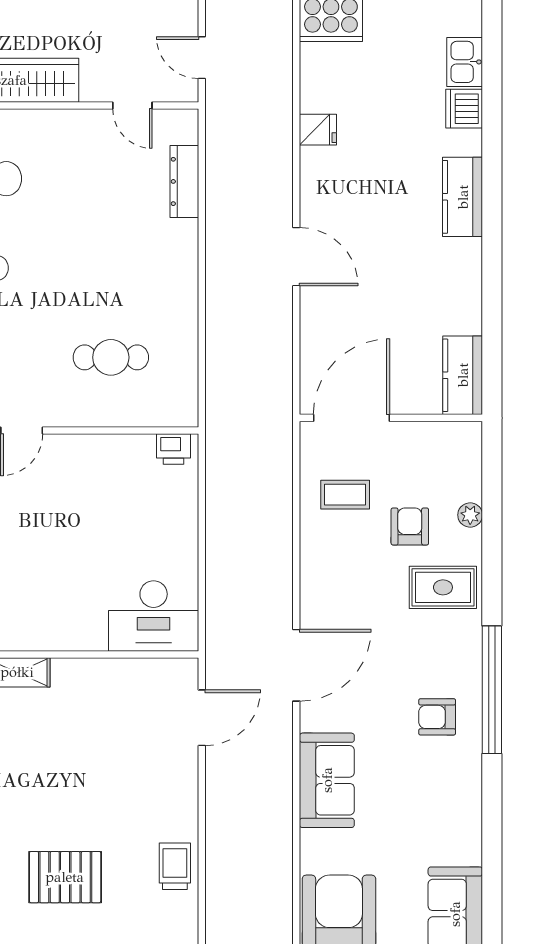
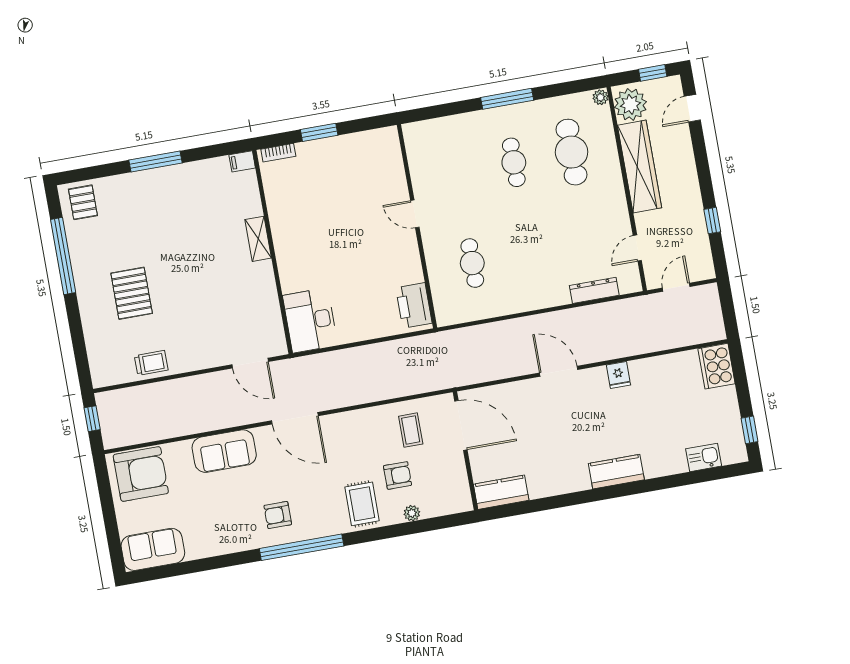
dishwasher: (464, 109) -> (673, 462), removed
fridge: (318, 130) -> (618, 375), moved
door: (296, 257) -> (559, 371), swing flipped
printer: (174, 449) -> (414, 305), width x1.87, depth x1.48
armchair: (437, 717) -> (278, 515), turned -90

